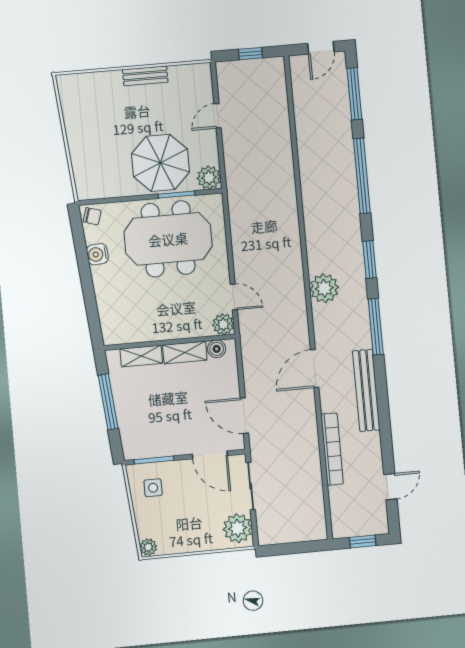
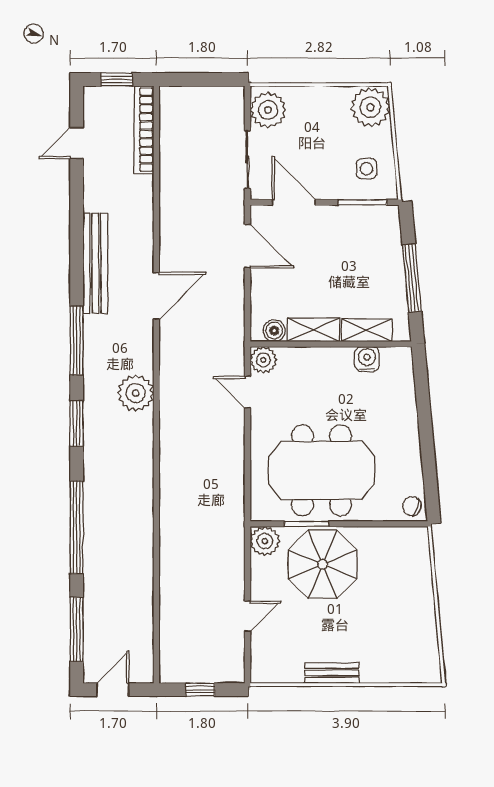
water cooler: (97, 254) -> (367, 359), moved, turned -85
bookcase: (332, 449) -> (144, 130), moved
plant: (148, 547) -> (370, 107), width x1.88, depth x1.88

